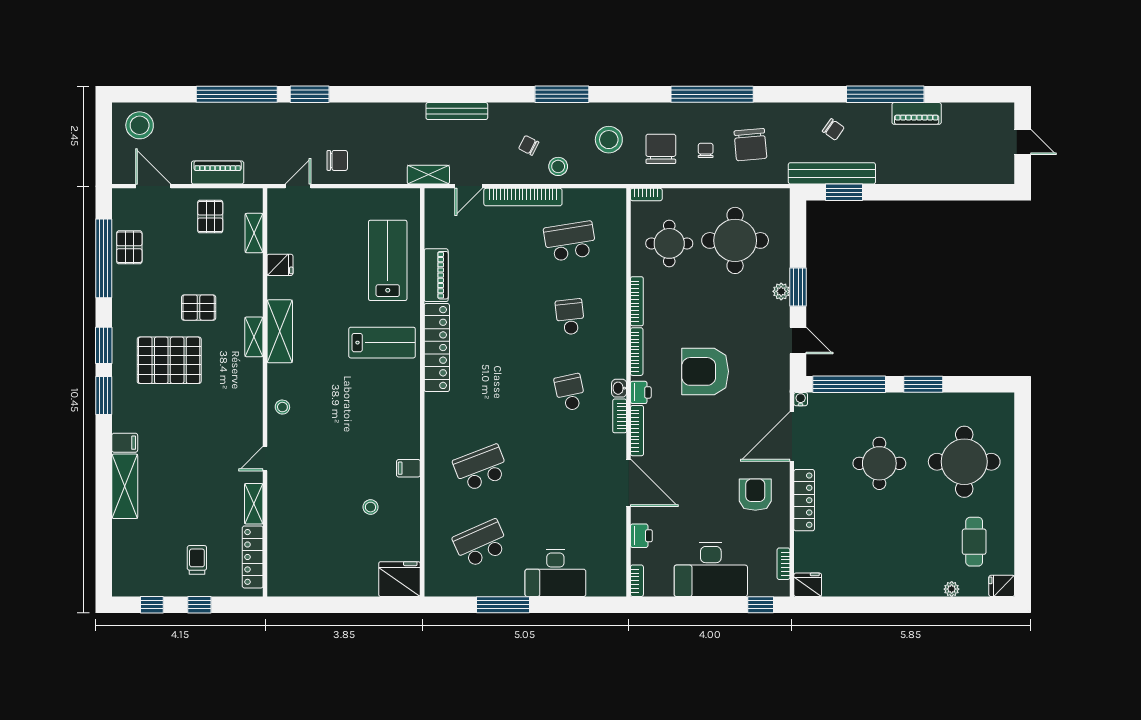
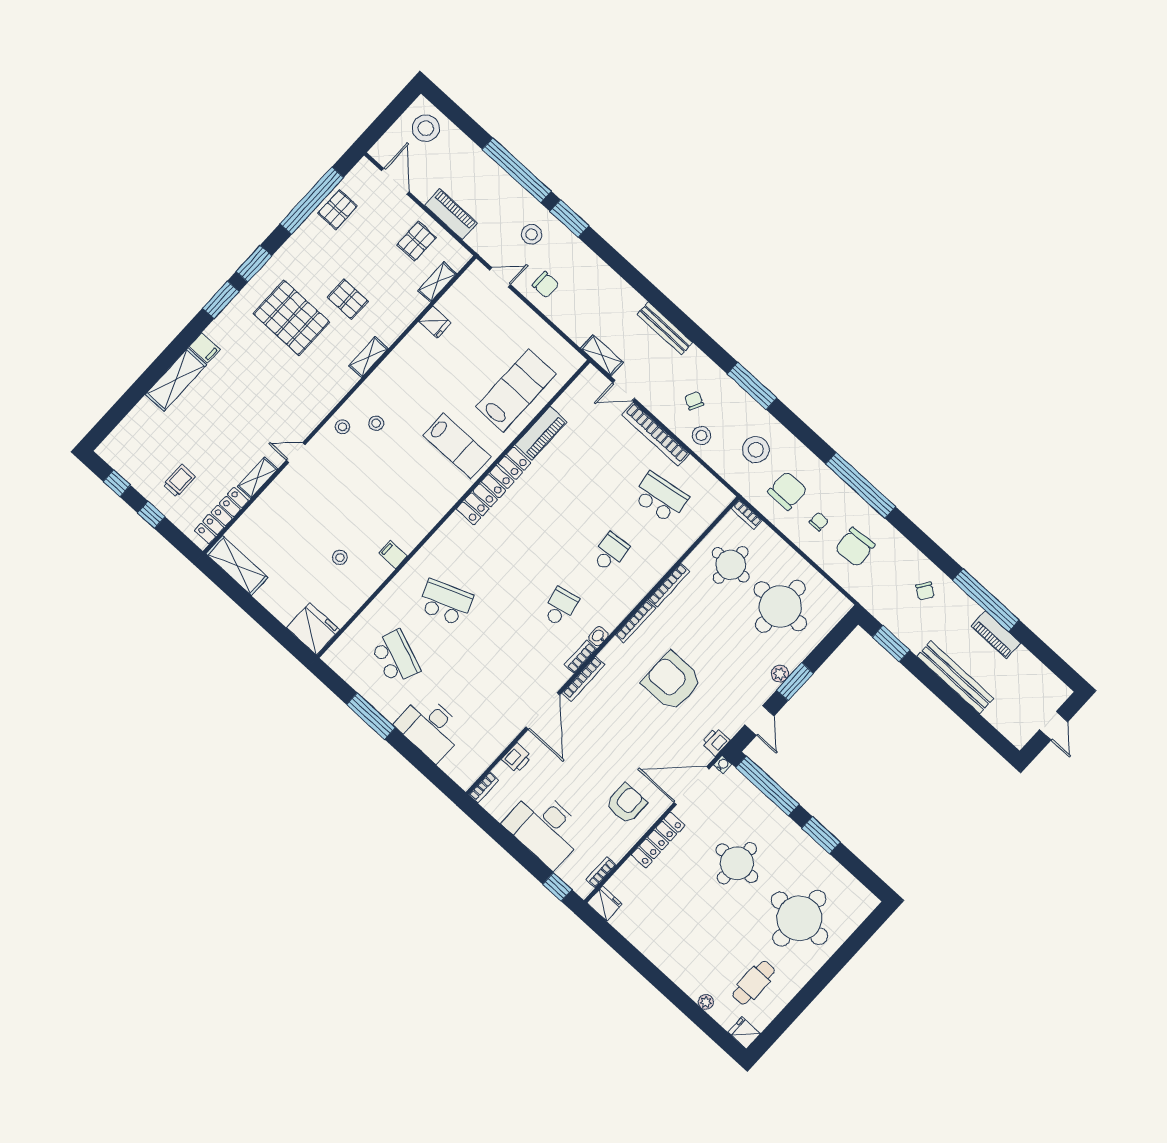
stool: (292, 132) -> (532, 234), added
bench: (832, 173) -> (955, 677), moved
shelving: (280, 331) -> (237, 566), moved, turned 90
stool: (305, 381) -> (376, 423), added
printer: (641, 392) -> (715, 742), moved, turned 180
school desk: (481, 544) -> (395, 657), turned 45

